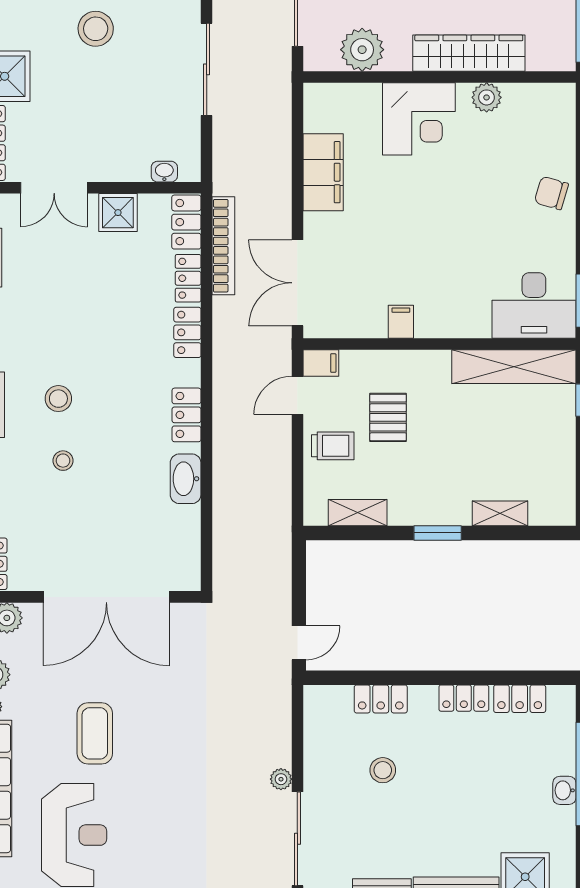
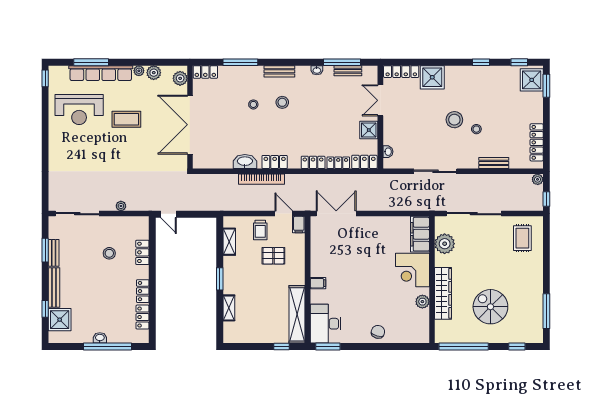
filing cabinet: (323, 172) -> (420, 234), moved, turned 90
bookcase: (223, 246) -> (261, 179), moved
filing cabinet: (401, 322) -> (318, 283), moved
plant: (281, 779) -> (121, 206), moved

